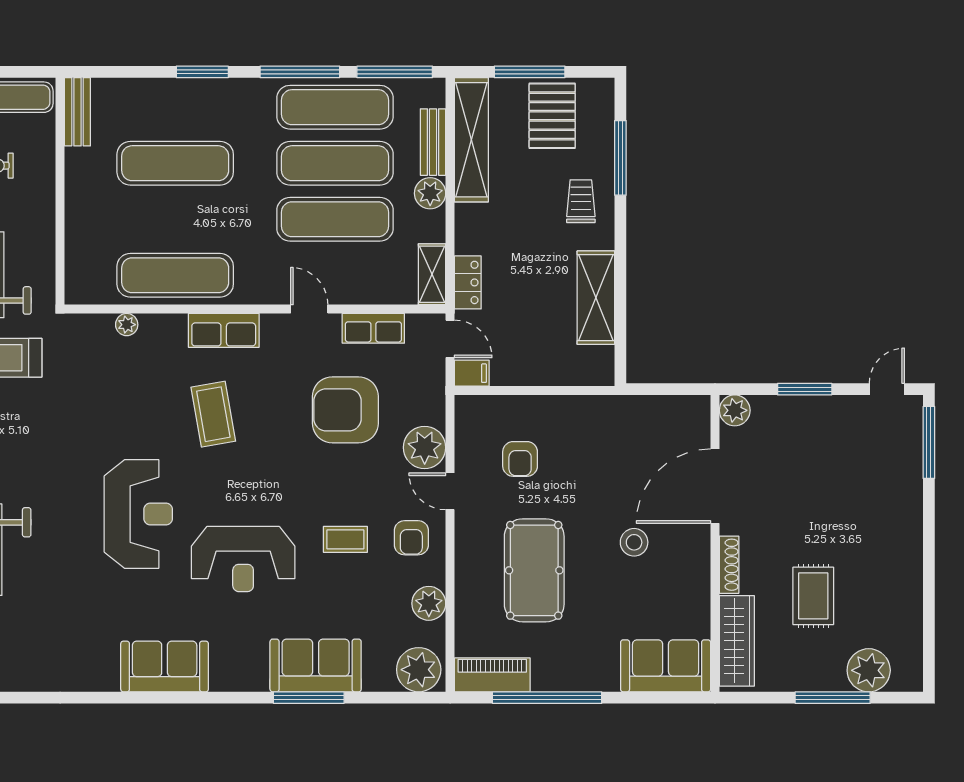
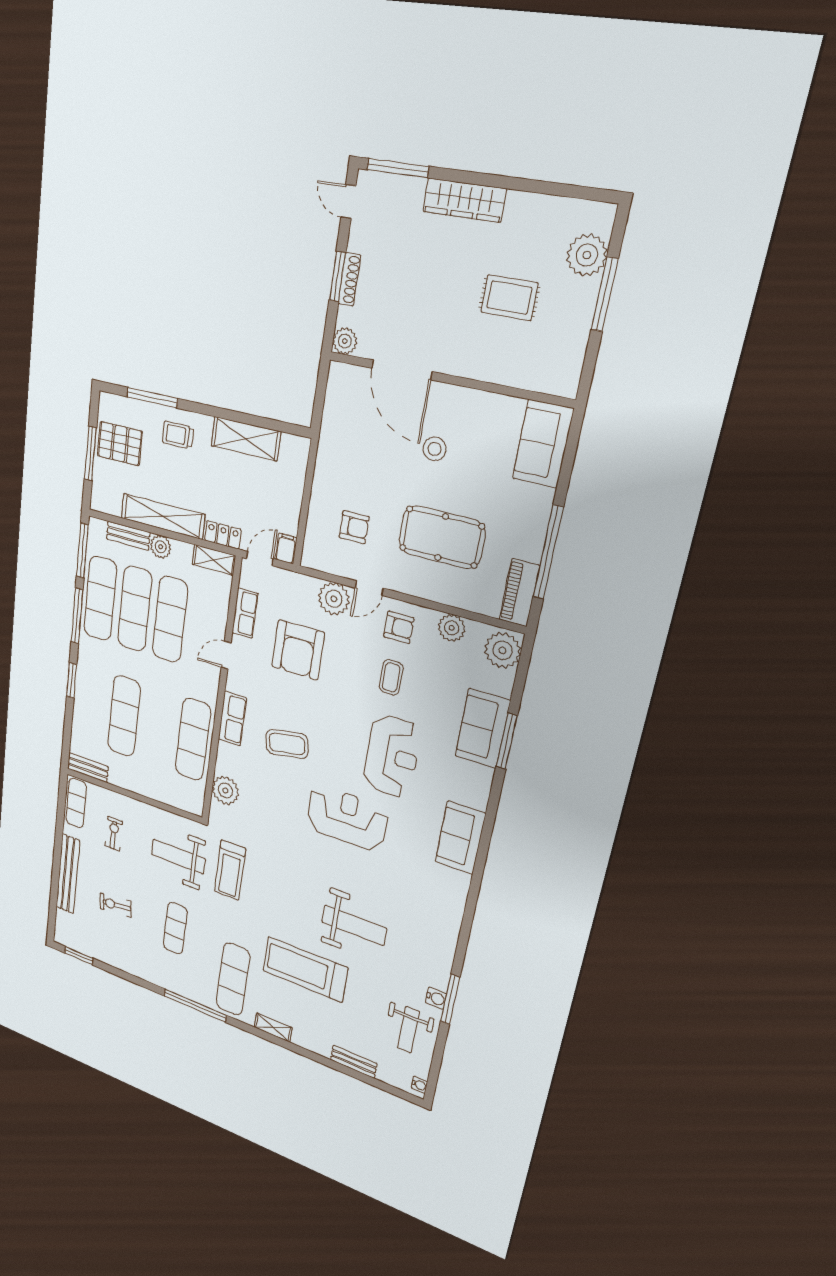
shelving: (471, 140) -> (163, 516), moved
plant: (127, 325) -> (225, 790), width x1.88, depth x1.88
shoe rack: (729, 565) -> (349, 279), moved, turned 90
wardrobe: (737, 641) -> (464, 200), moved, turned 180

